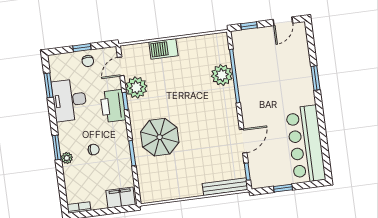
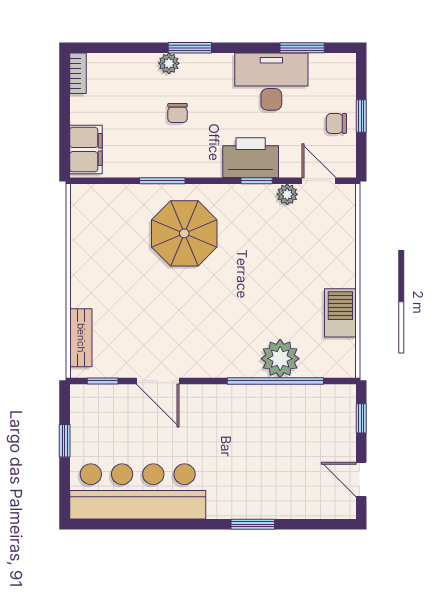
barbecue: (163, 49) -> (340, 313), moved
plant: (136, 87) -> (287, 194), width x0.53, depth x0.53
bench: (225, 187) -> (81, 338), width x0.73

